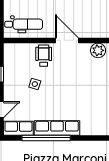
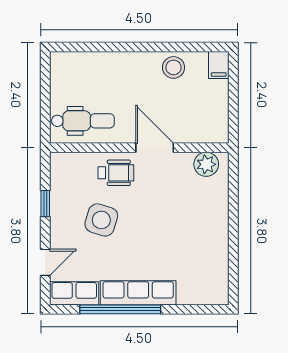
wheelchair: (44, 56) -> (116, 173), turned 90
side table: (35, 84) -> (101, 220), width x1.87, depth x1.87

